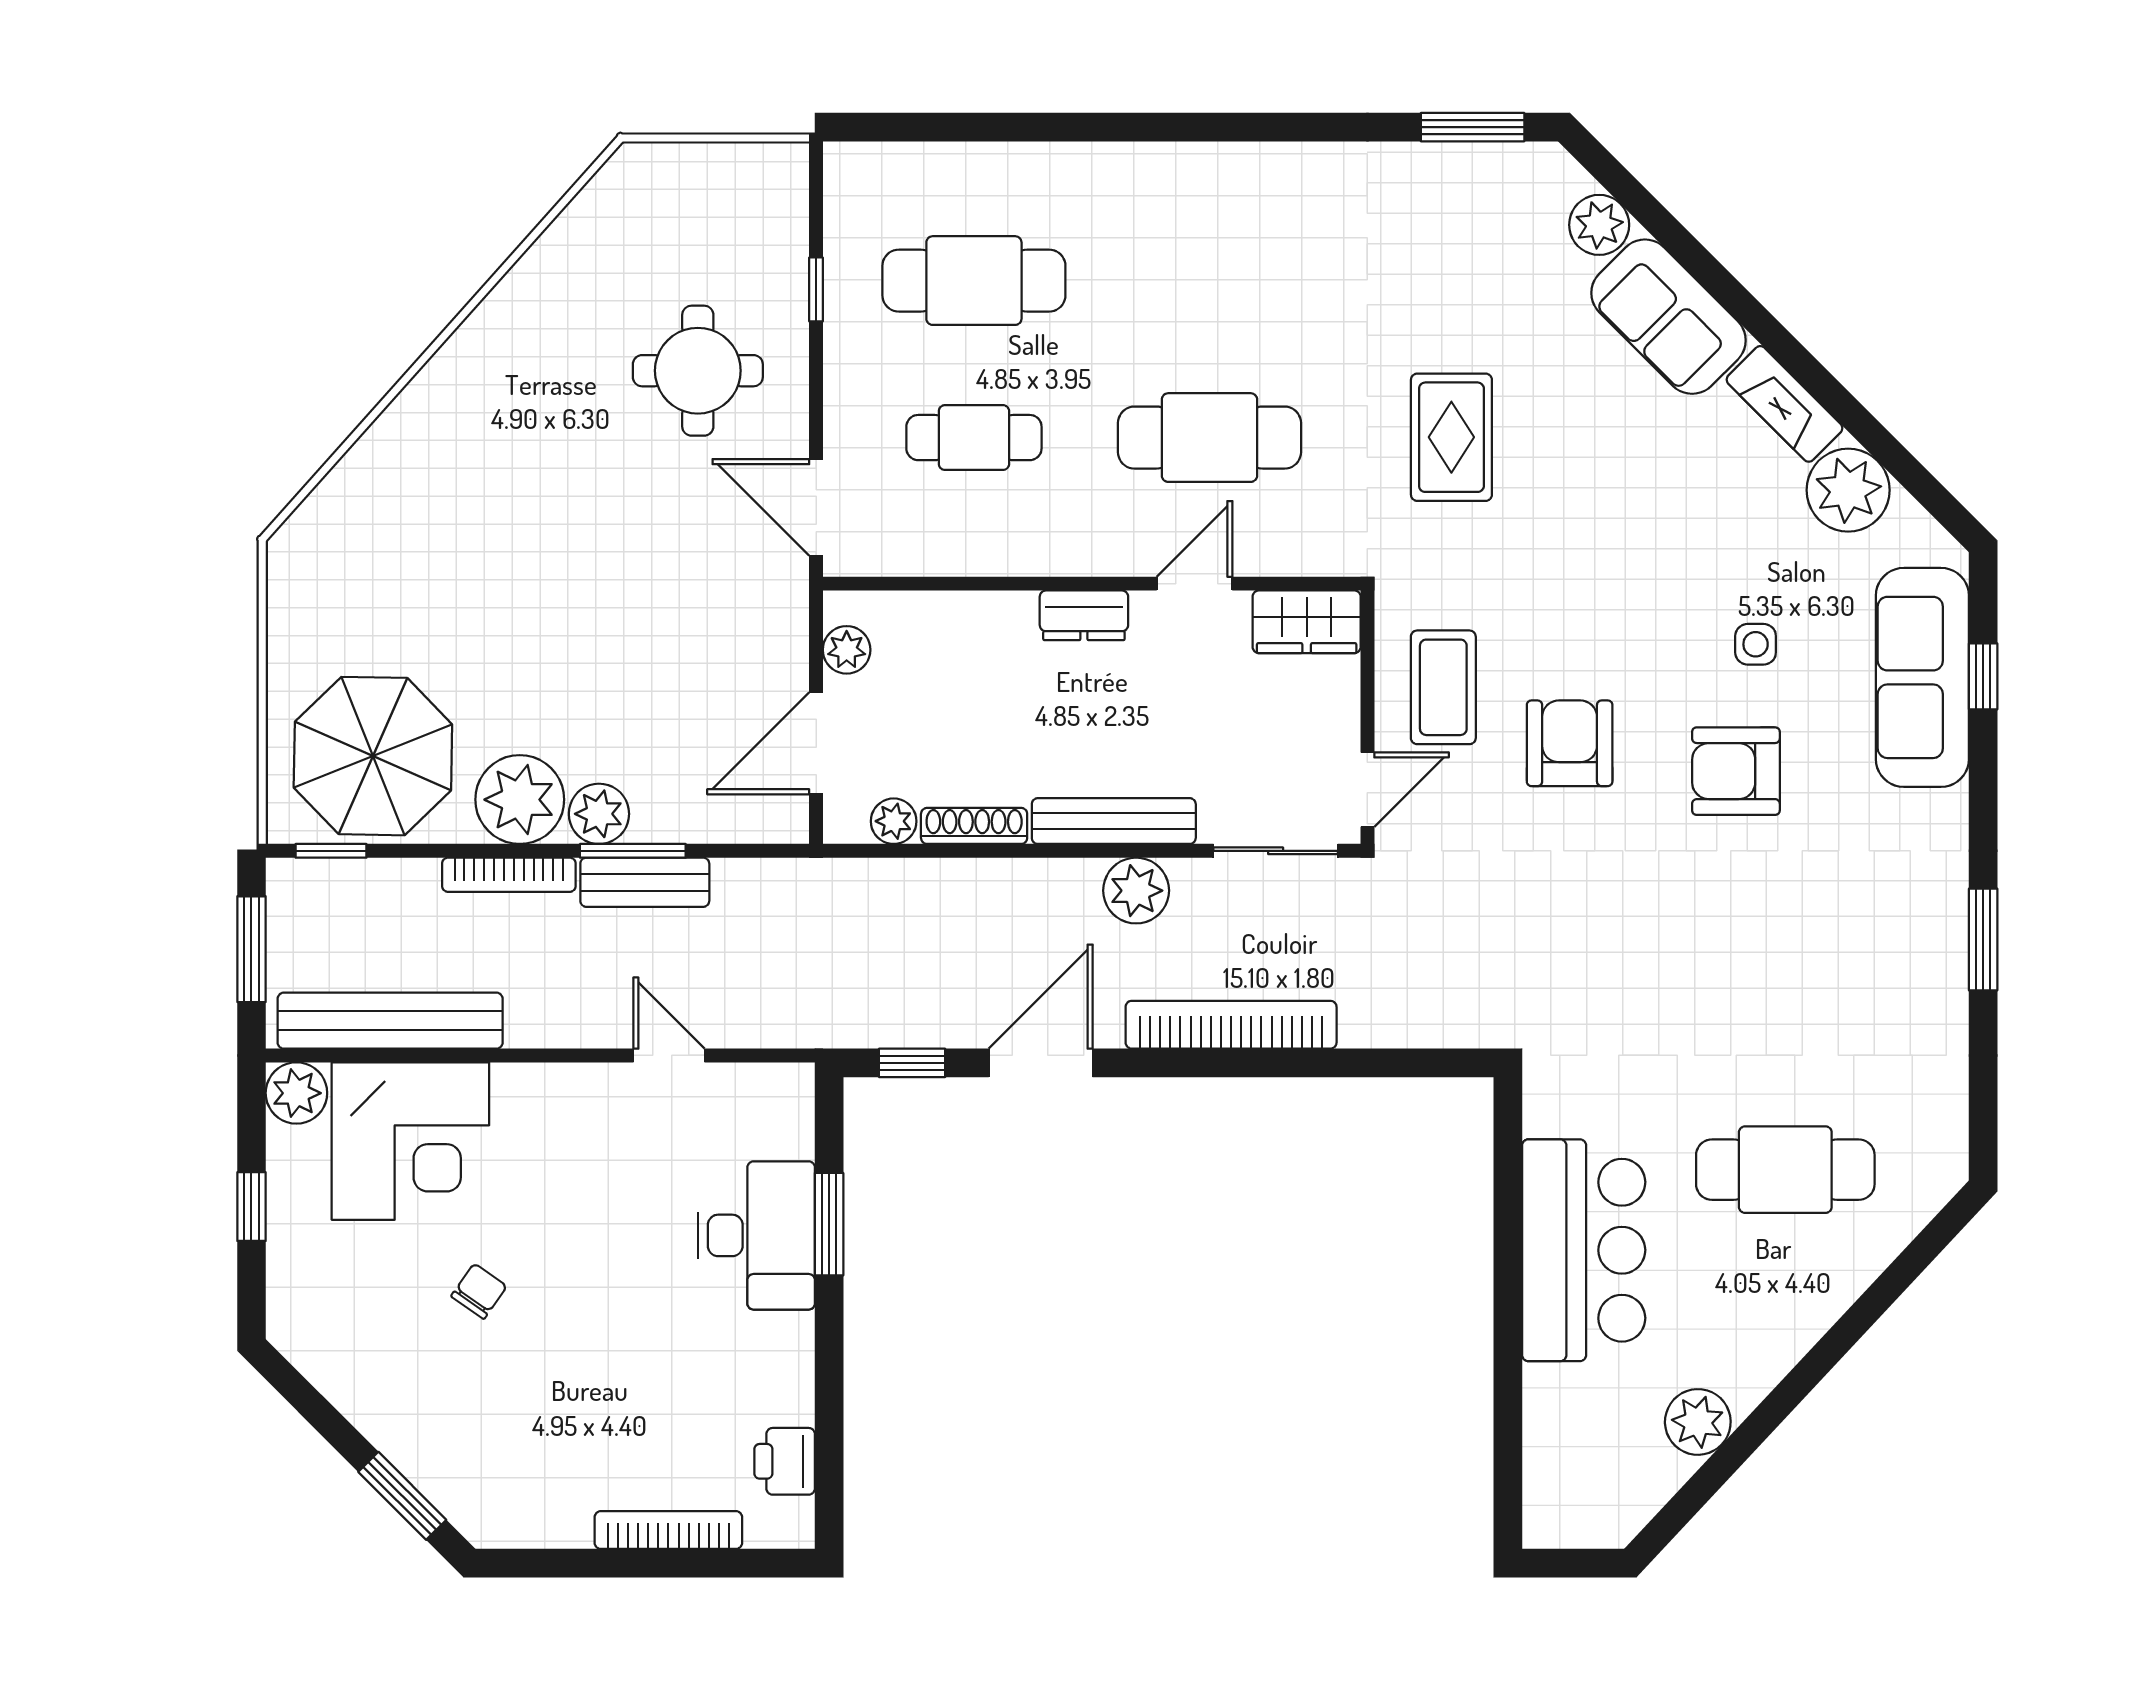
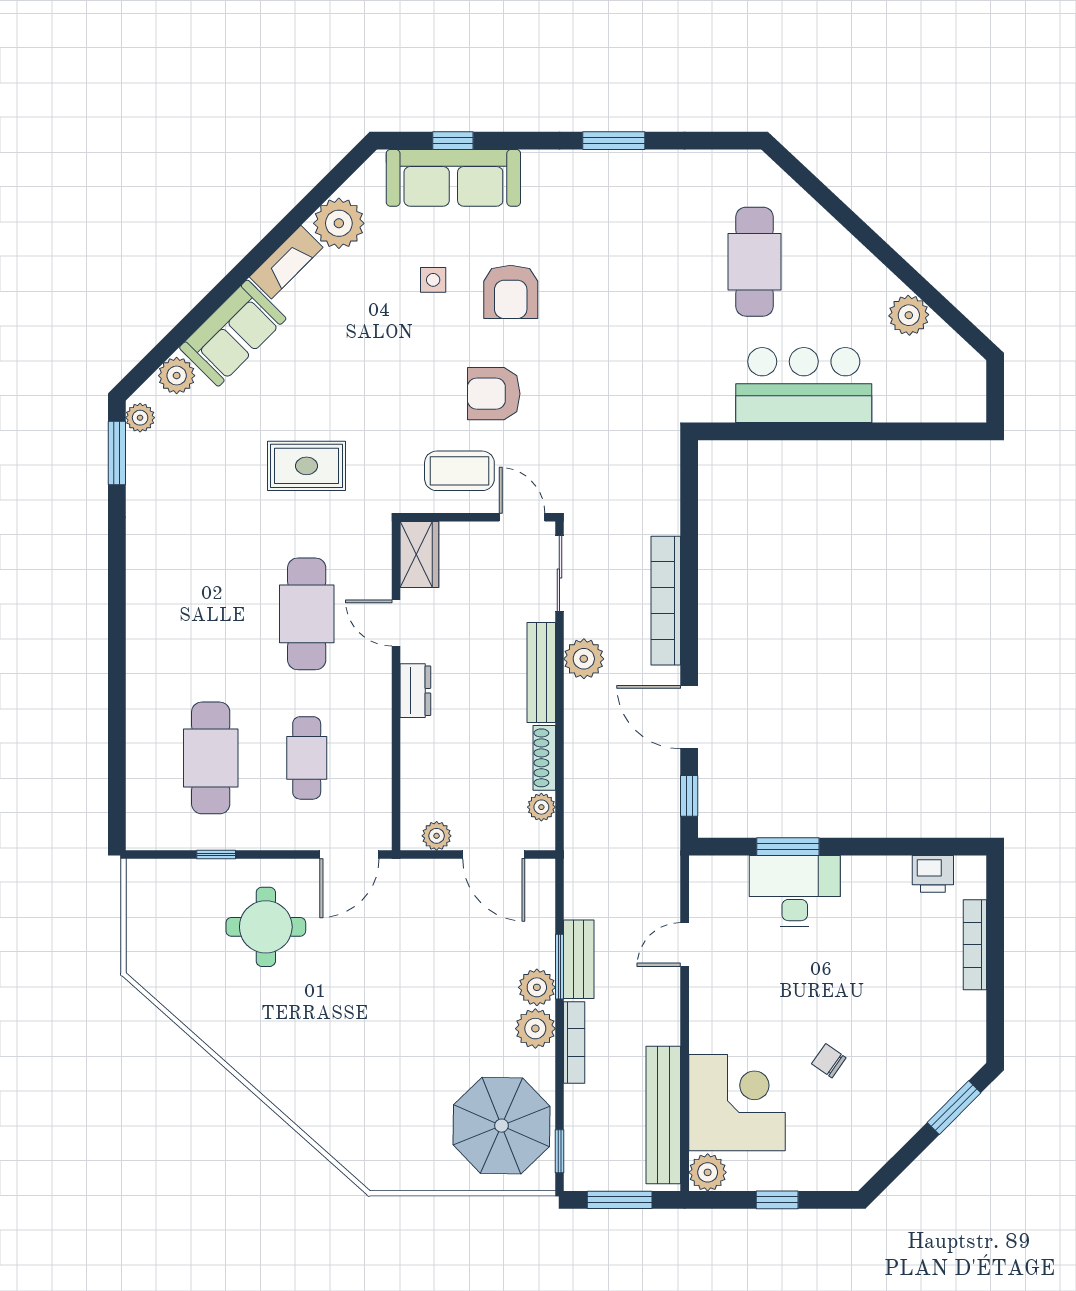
plant: (1530, 165) -> (140, 418), added
plant: (520, 800) -> (535, 1029), width x0.73, depth x0.73

